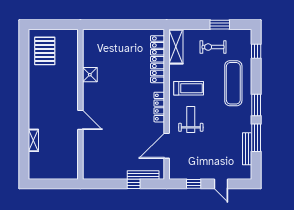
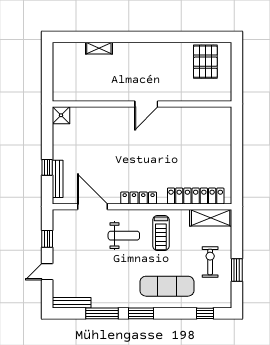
pallet: (45, 51) -> (205, 62), turned 90
shower: (90, 75) -> (61, 115), moved
door: (80, 120) -> (146, 104), moved
bench: (247, 149) -> (72, 303), moved

